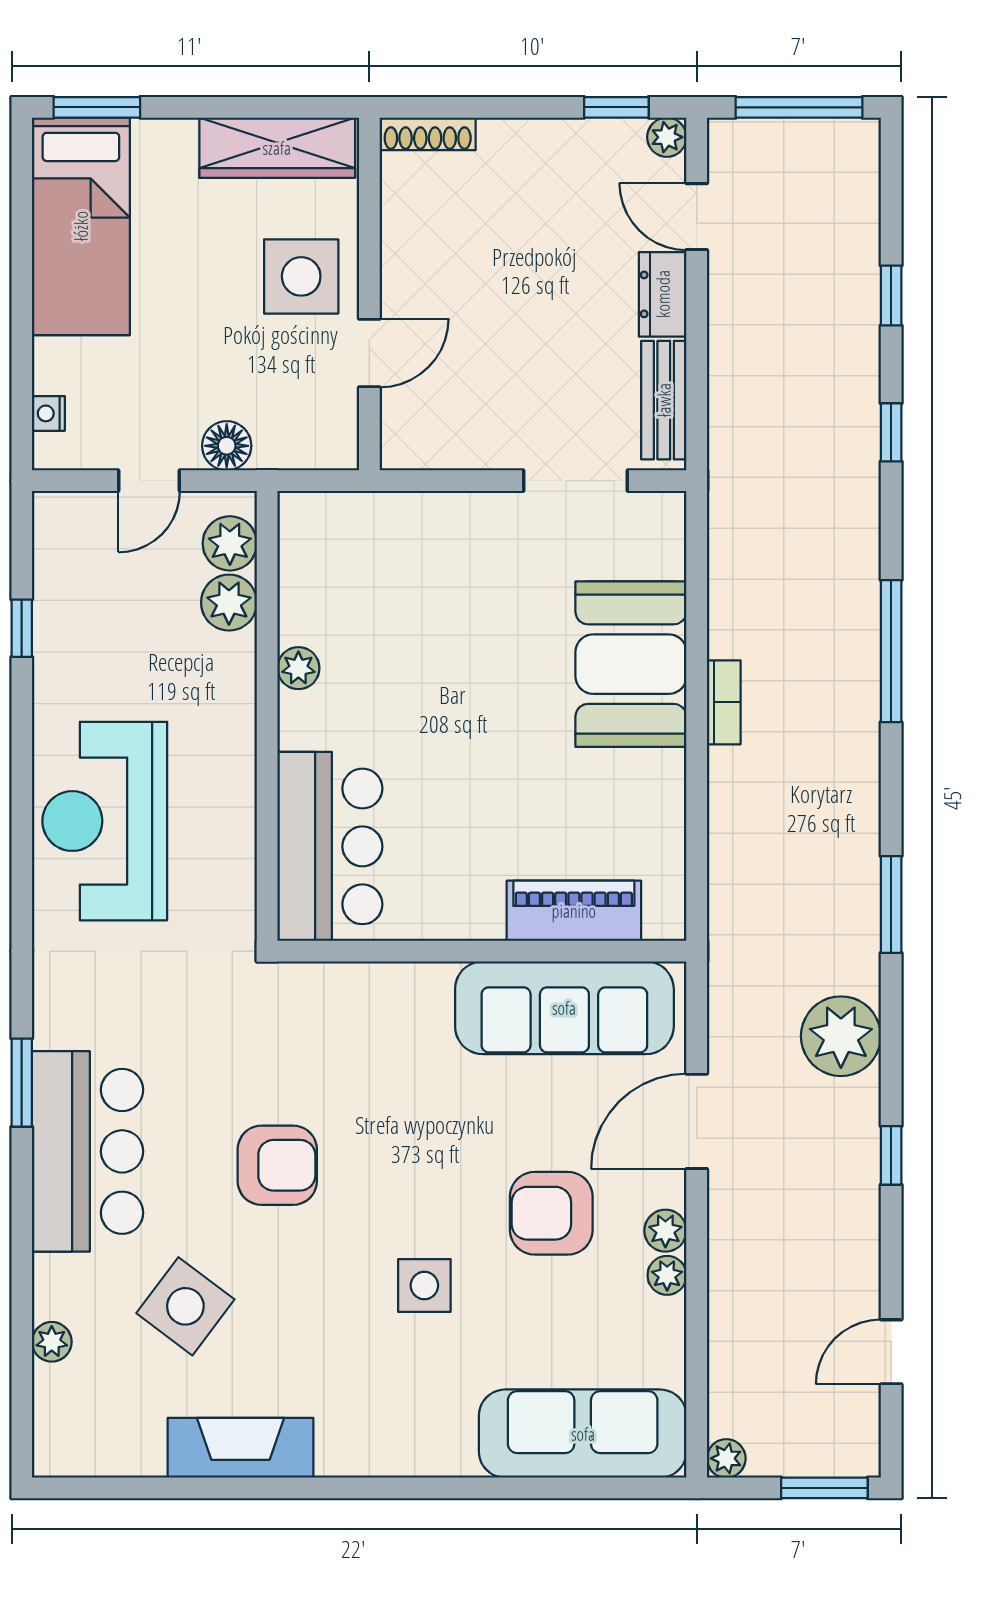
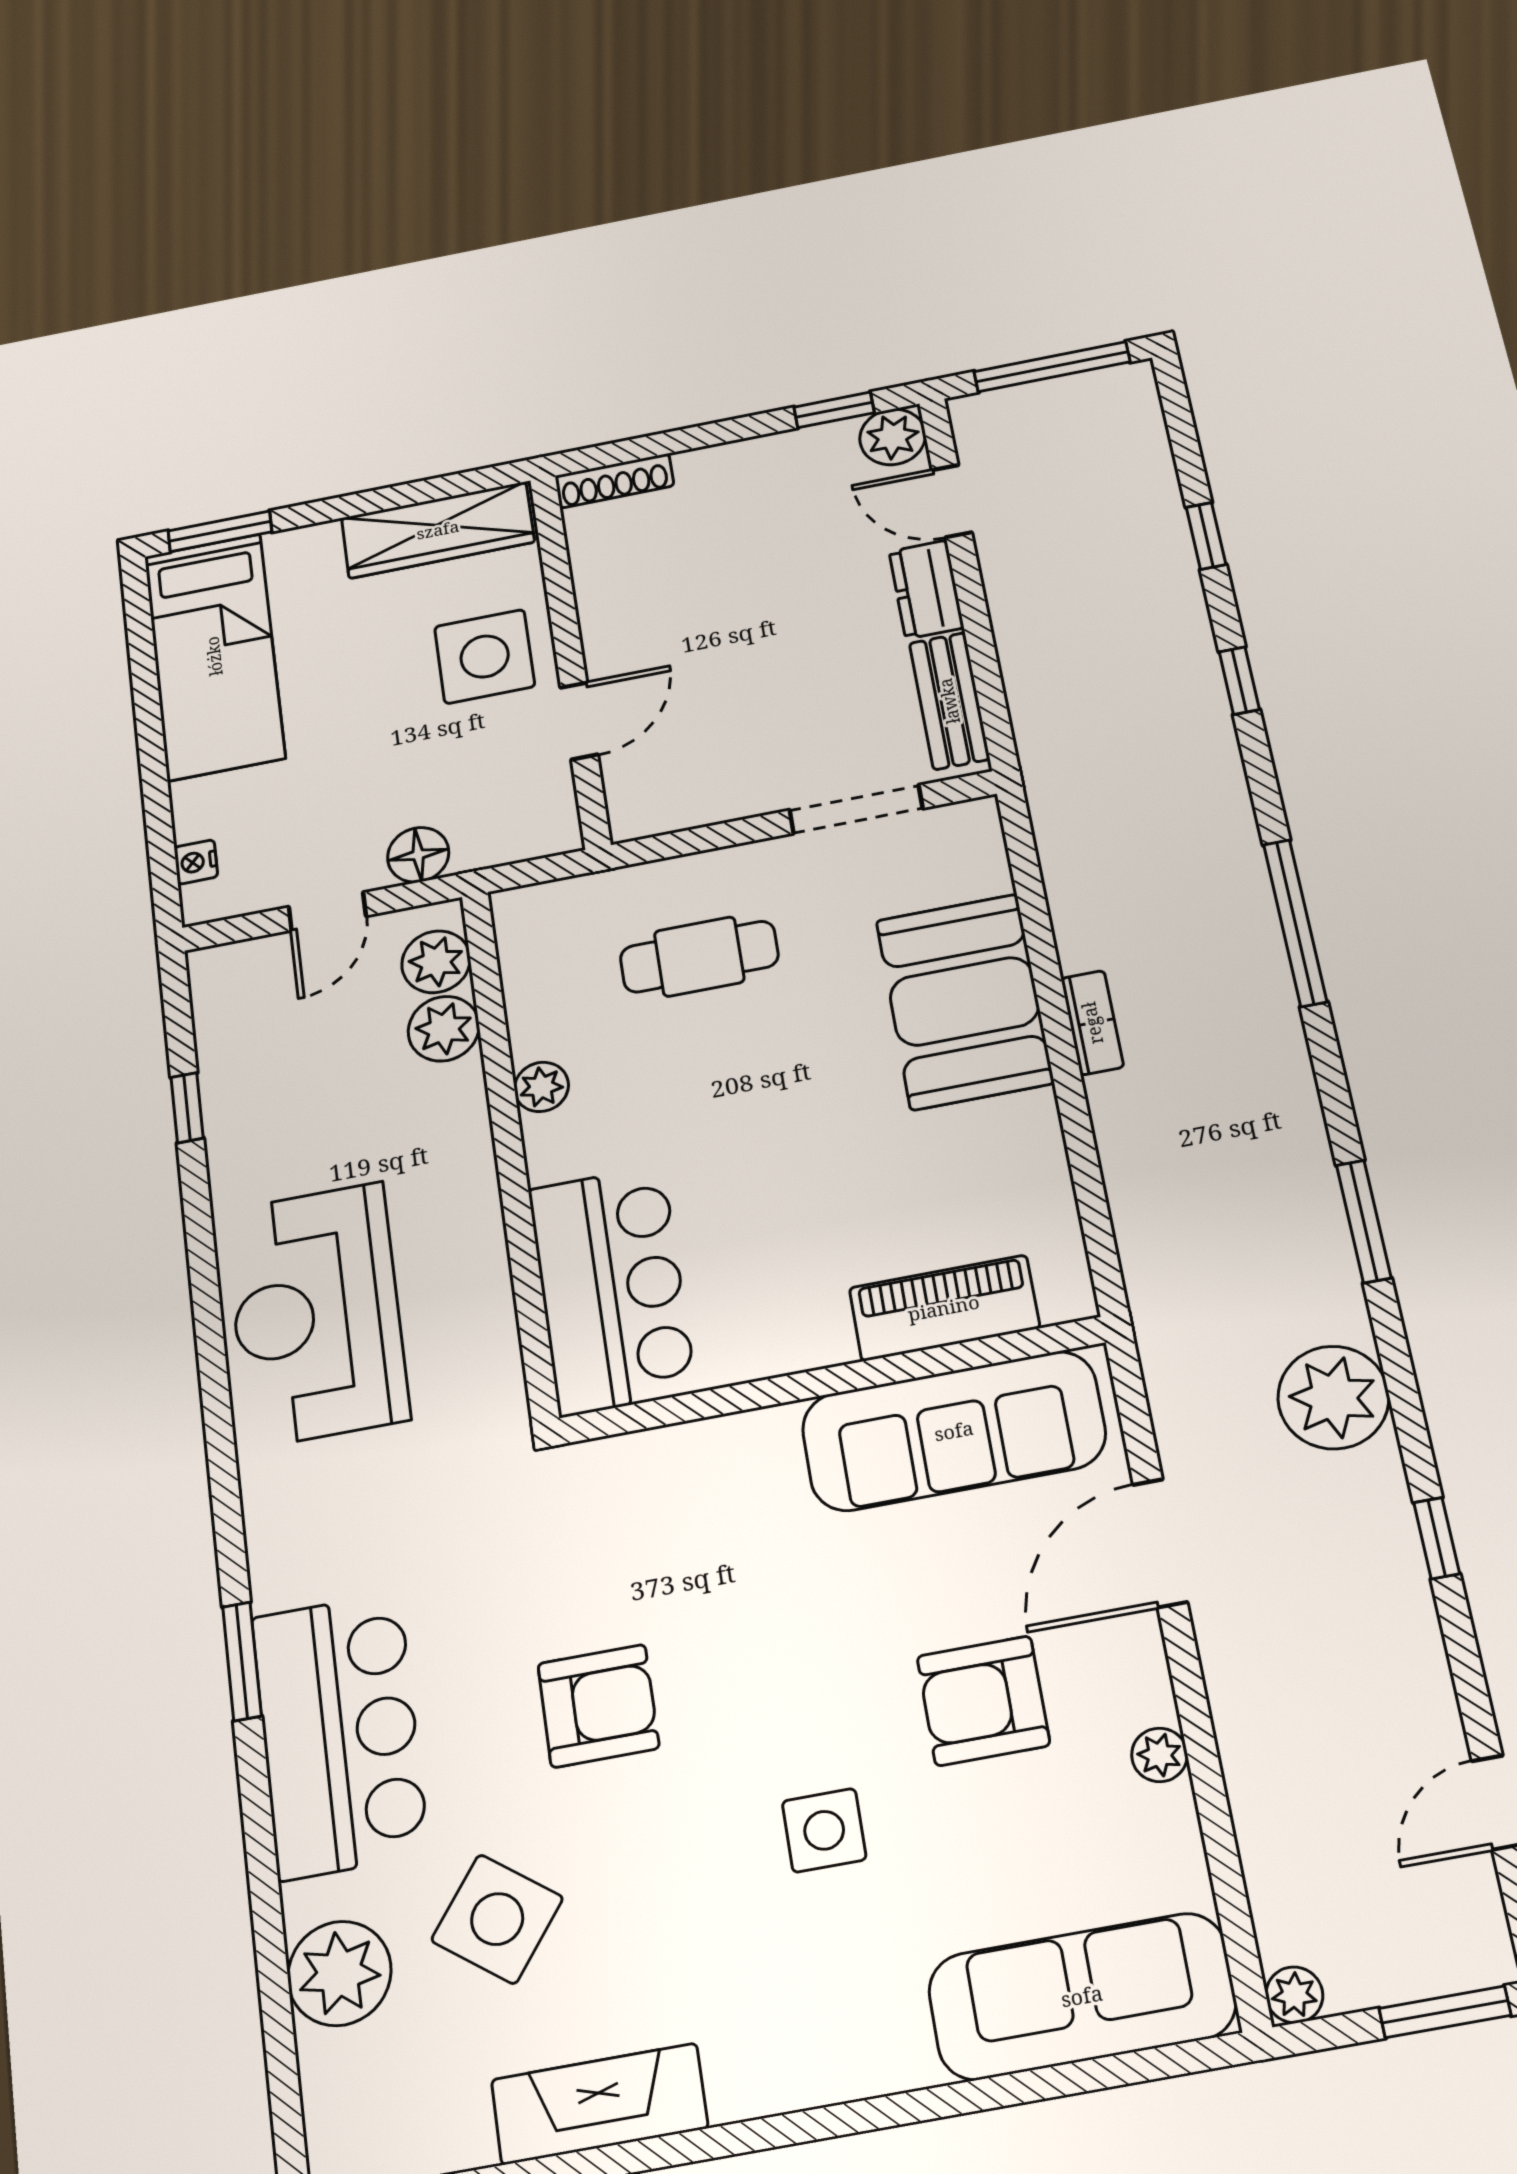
plant: (667, 137) -> (893, 437), width x1.38, depth x1.38
cafe table: (435, 583) -> (699, 957), added
plant: (665, 1231) -> (1146, 1695), removed
plant: (52, 1342) -> (339, 1973), width x1.88, depth x1.88

